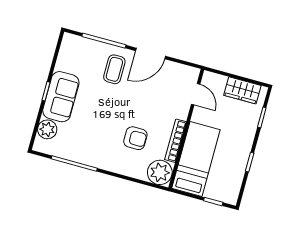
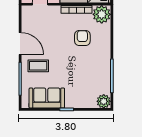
sofa: (61, 97) -> (47, 98), moved
plant: (47, 129) -> (104, 101), moved

